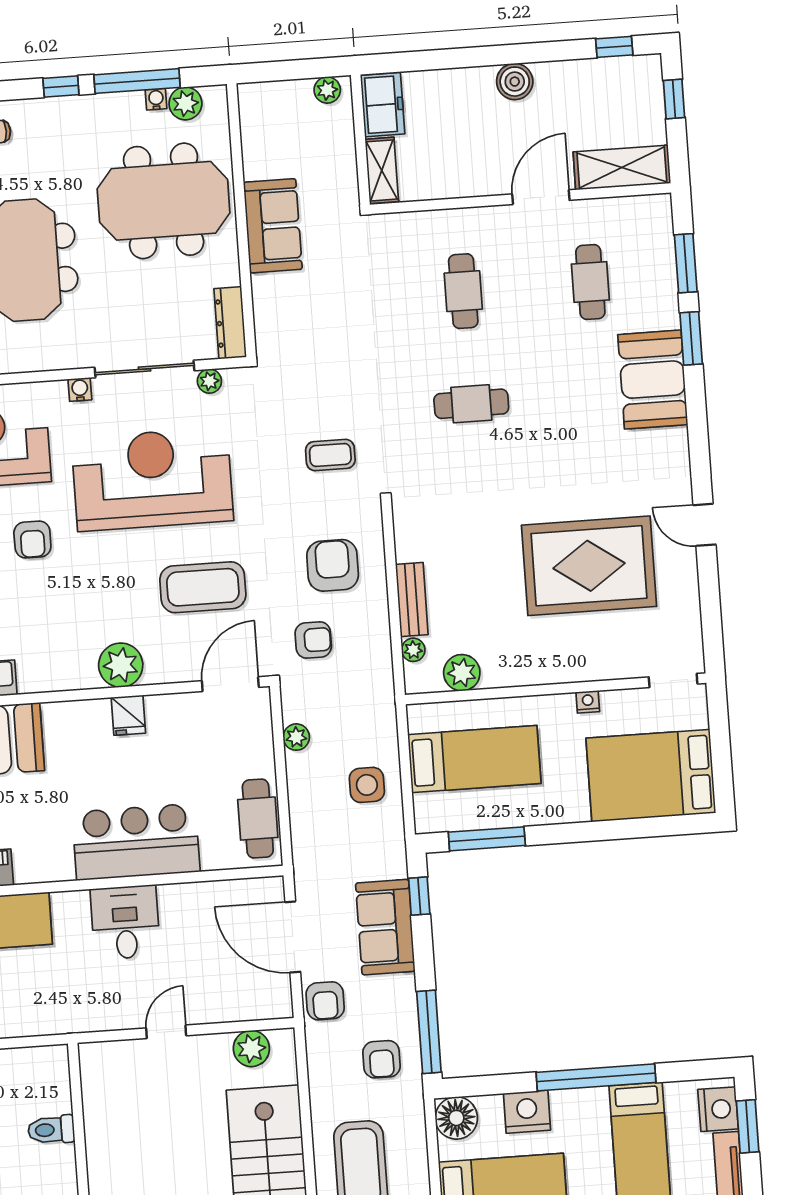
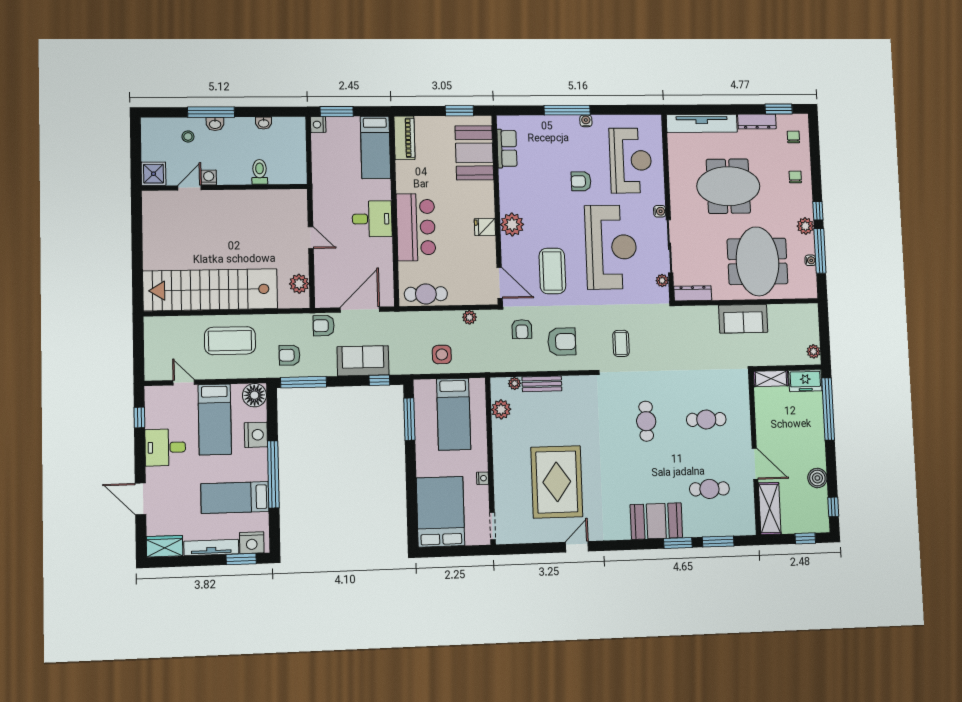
window: (433, 60) -> (828, 409), added
boiler: (515, 82) -> (817, 478), moved
plant: (185, 103) -> (805, 226), moved

